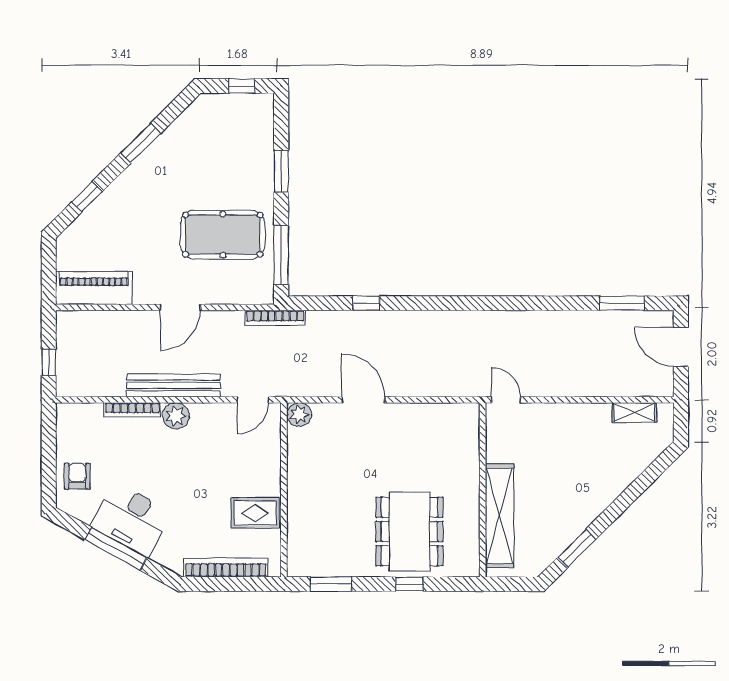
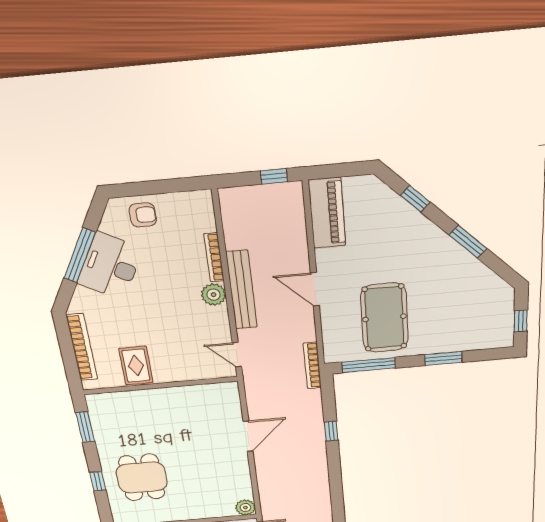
window: (49, 362) -> (274, 176), moved
plant: (299, 415) -> (245, 508), moved
dining table: (409, 532) -> (142, 477), width x0.73

